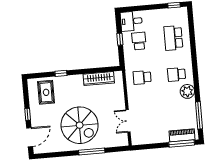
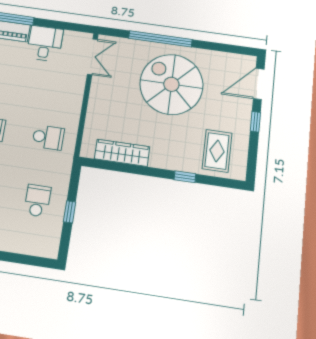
desk: (131, 21) -> (45, 43), moved, turned -90
school desk: (139, 41) -> (37, 201), turned 180
double door: (128, 121) -> (92, 57), moved
window: (92, 151) -> (160, 39), width x1.46

